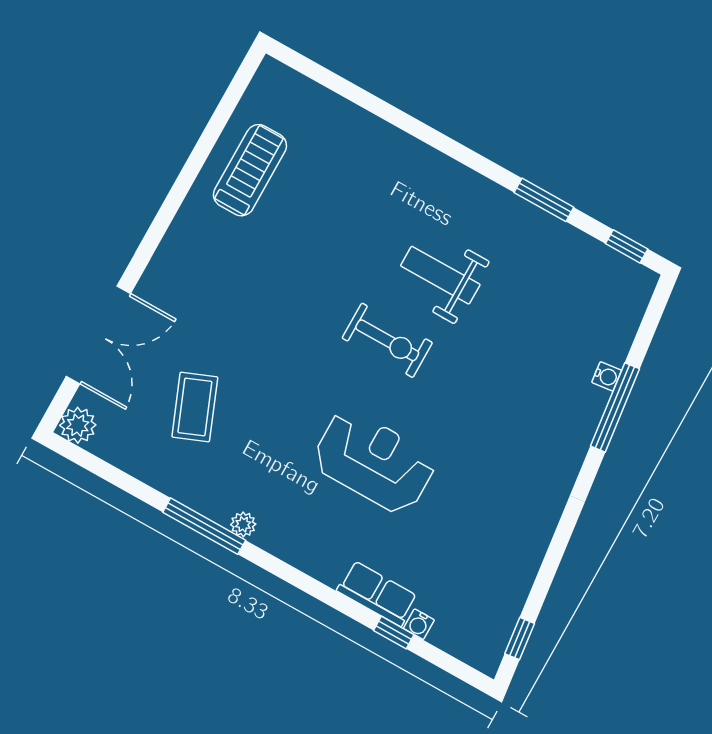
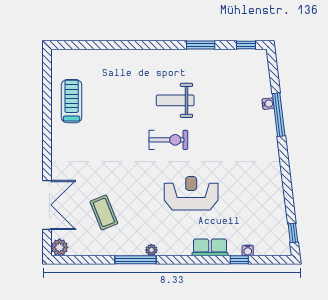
row of seats: (377, 593) -> (210, 247), moved

